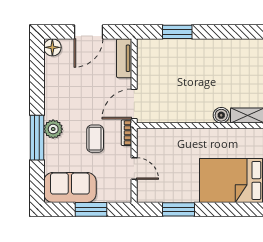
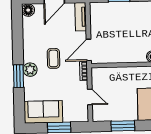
window: (37, 138) -> (19, 76), width x0.69
coffee table: (95, 139) -> (53, 58), moved

